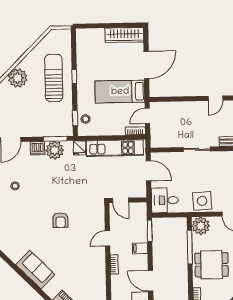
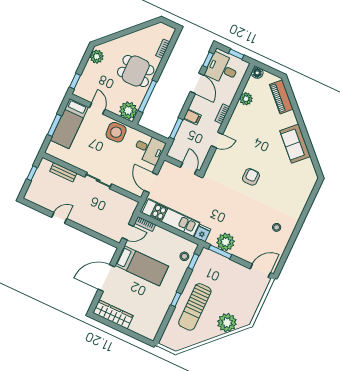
dishwasher: (38, 148) -> (240, 251), removed
plant: (100, 288) -> (246, 99), added

